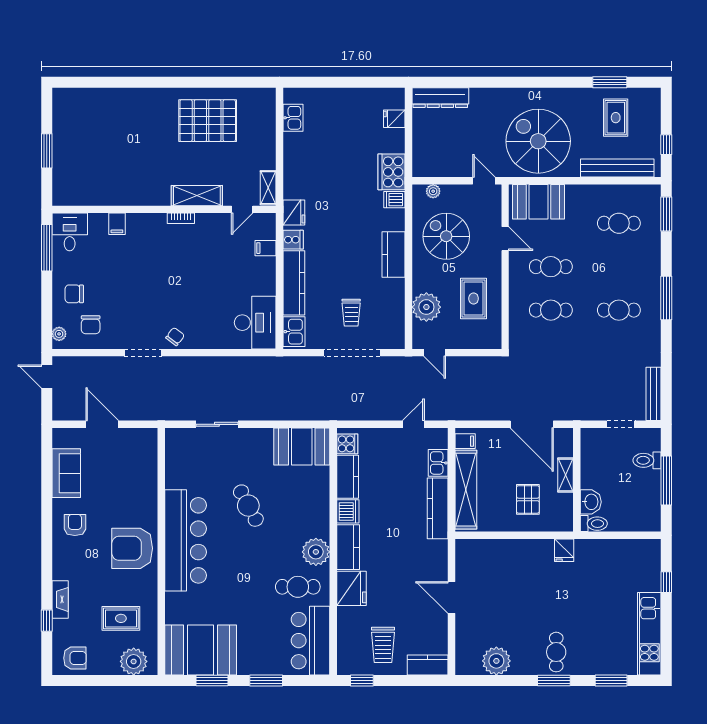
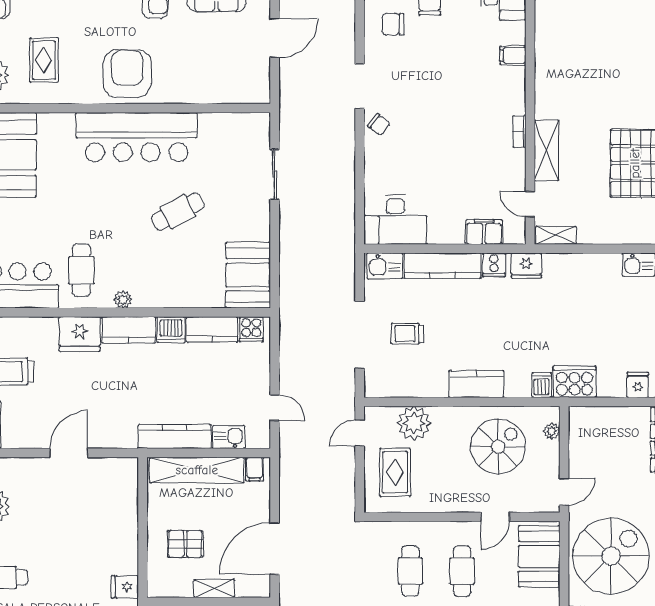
filing cabinet: (266, 248) -> (484, 232), width x2.00
rug: (474, 298) -> (395, 472), moved, turned 90
plant: (316, 552) -> (123, 299), width x0.53, depth x0.53

